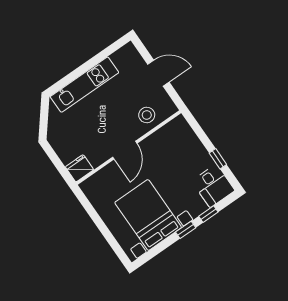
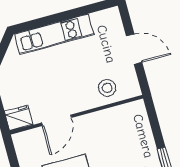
door: (125, 150) -> (57, 120), moved

